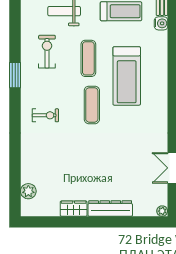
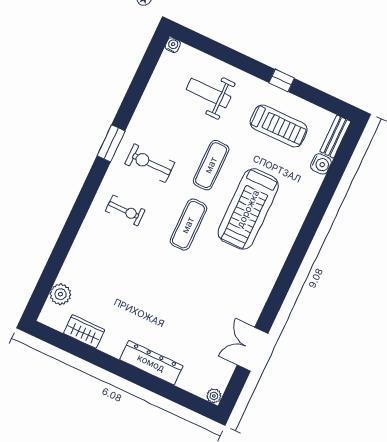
exercise bike: (47, 52) -> (150, 163), moved, turned -90
wardrobe: (74, 209) -> (84, 332), moved

